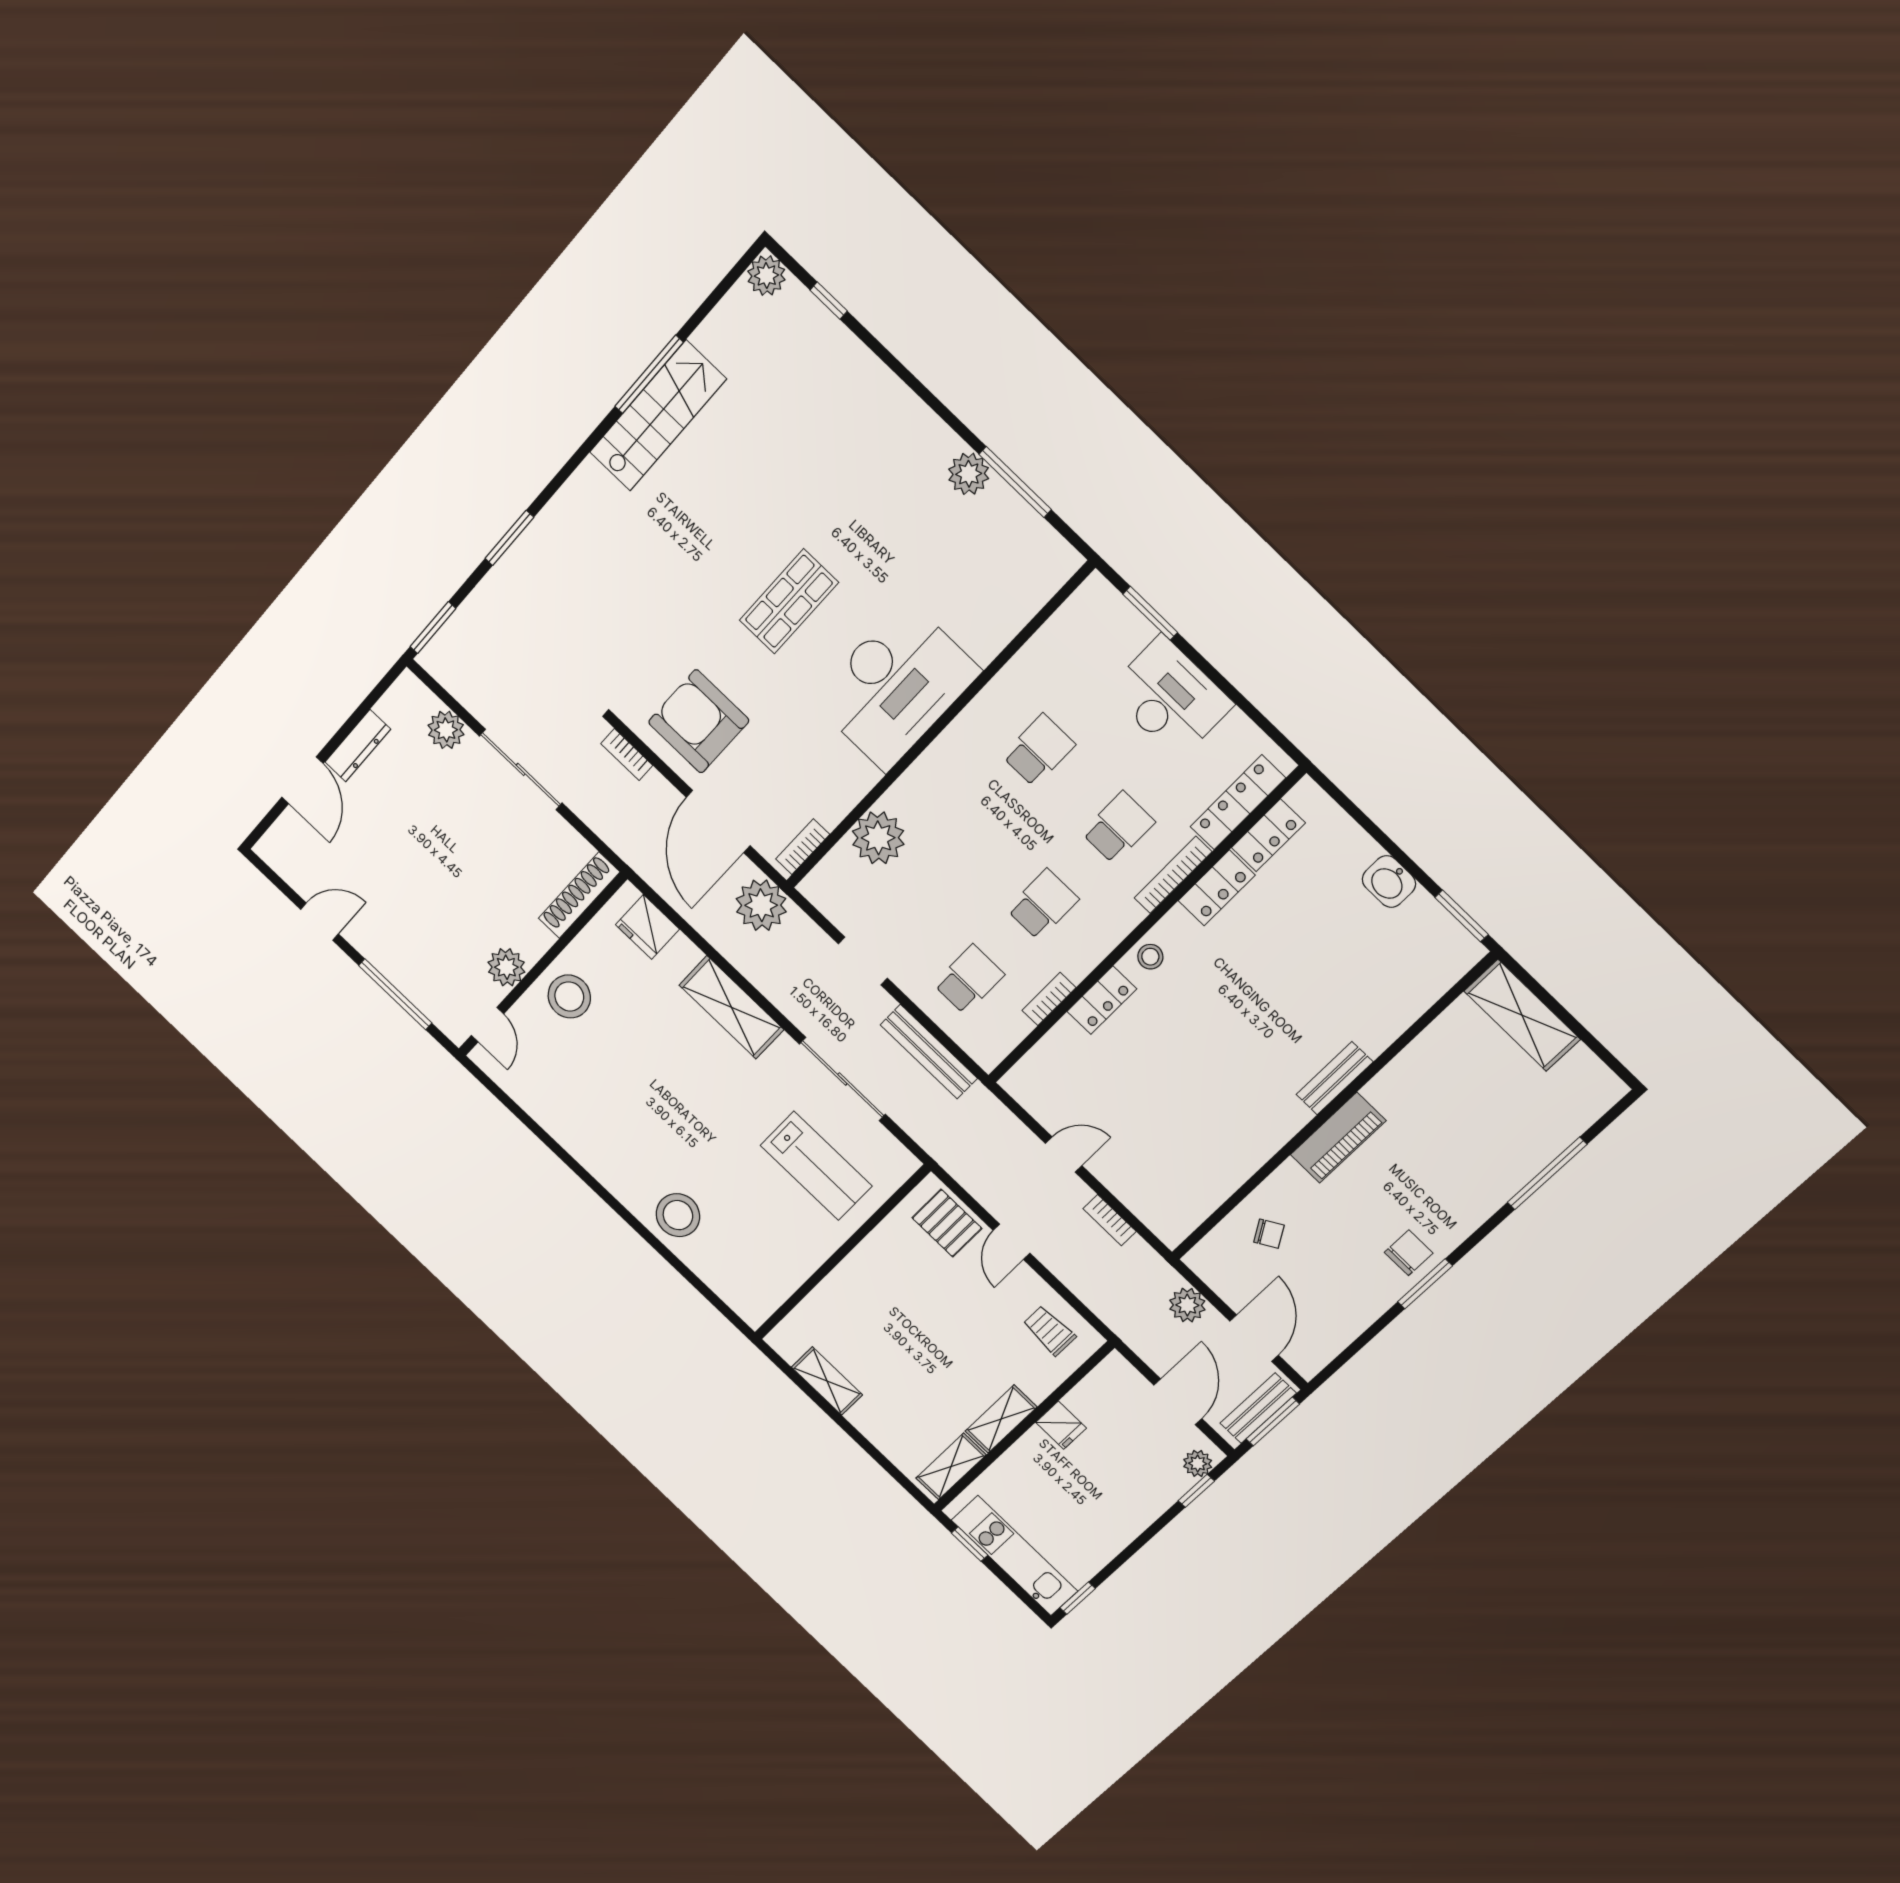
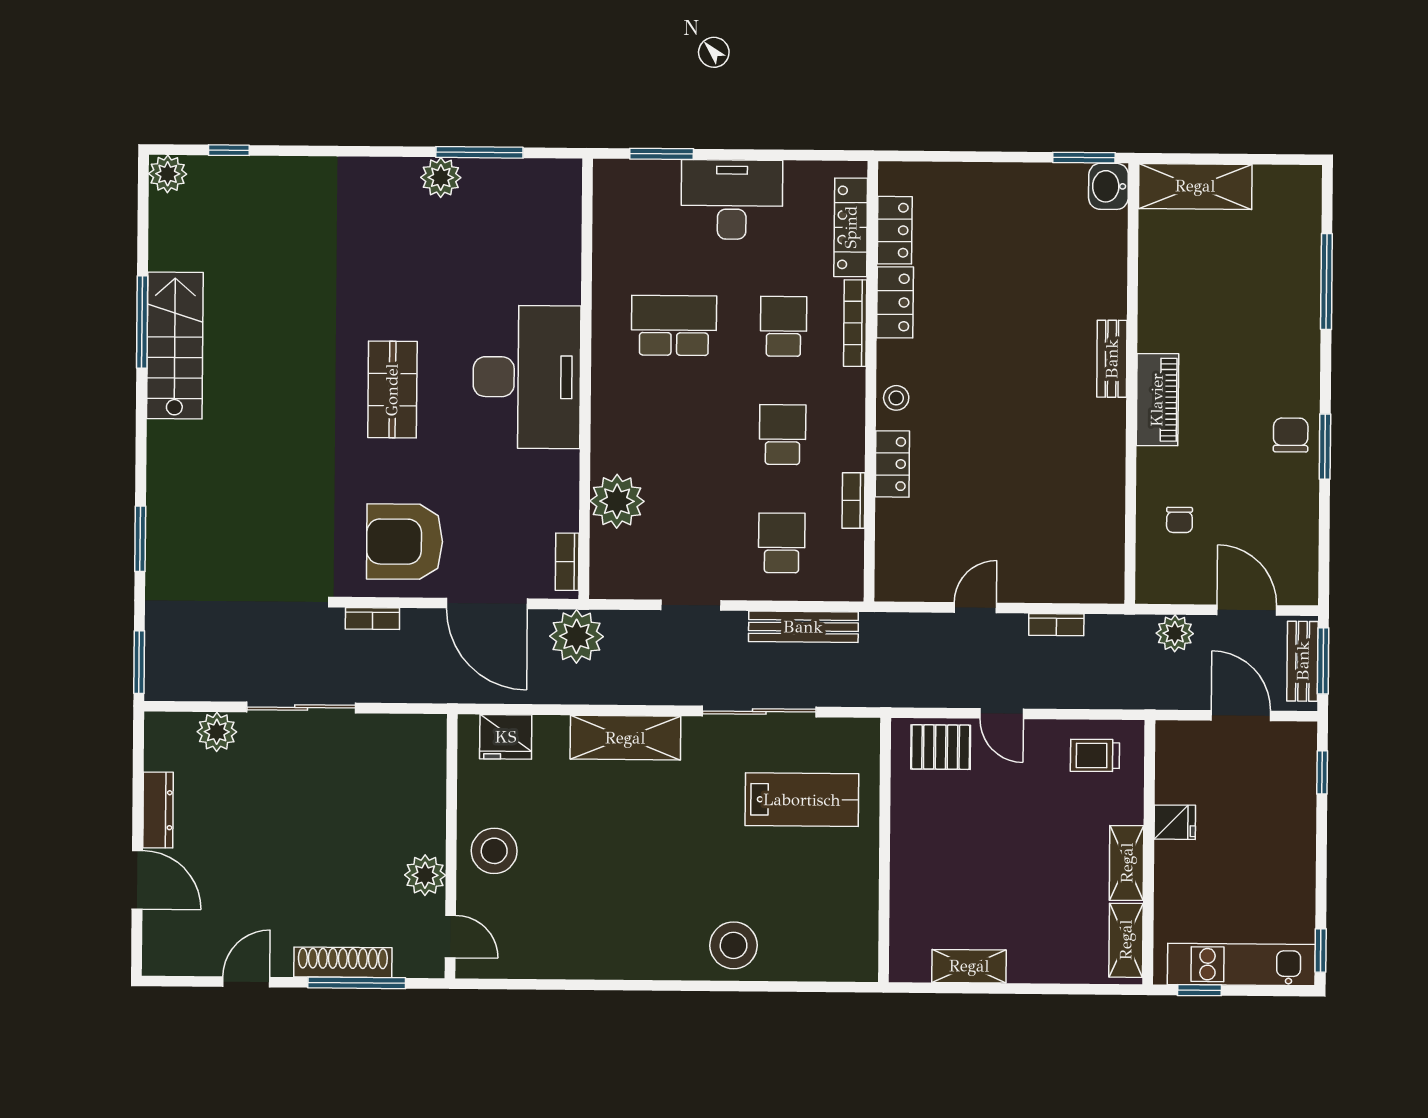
school desk: (1039, 750) -> (674, 325), width x1.85
washbasin: (1389, 882) -> (1108, 186), moved, turned 90
shoe rack: (579, 895) -> (343, 962), moved, turned 90
chair: (1269, 1234) -> (1179, 520), turned 121
plant: (1198, 1463) -> (1302, 750), removed

